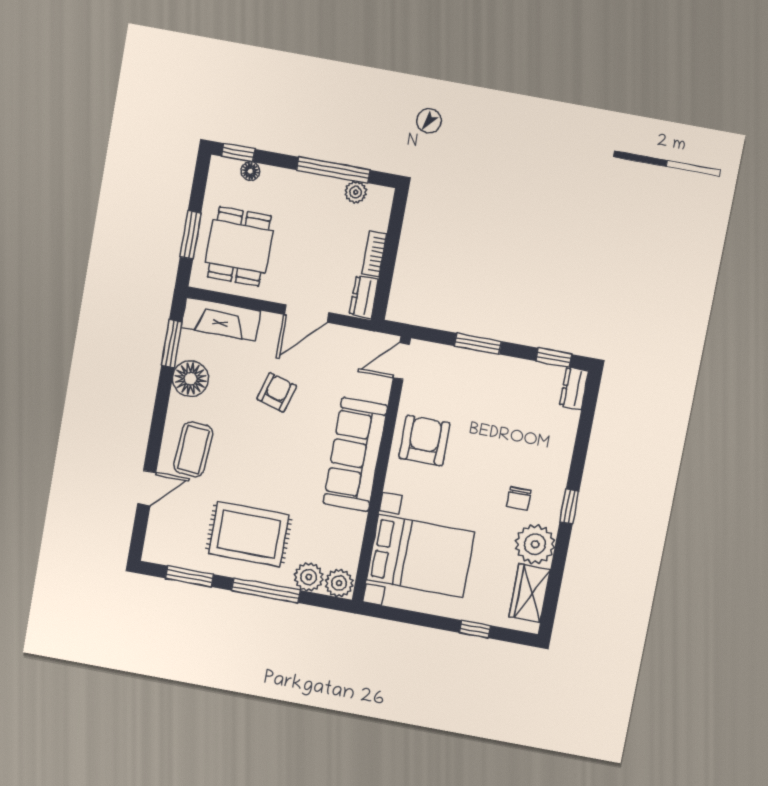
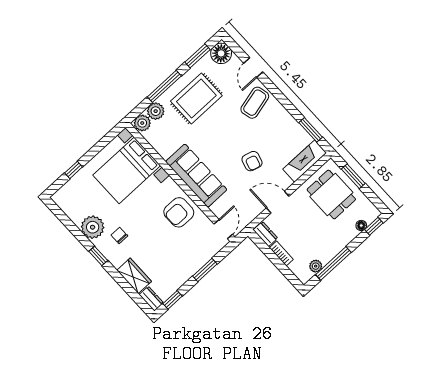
door: (306, 314) -> (278, 202), hinge flipped
floor lamp: (191, 379) -> (221, 53), moved
armchair: (425, 441) -> (179, 212), turned 90
coffee table: (193, 449) -> (255, 103), turned 72
wardrobe: (530, 593) -> (134, 276), moved

